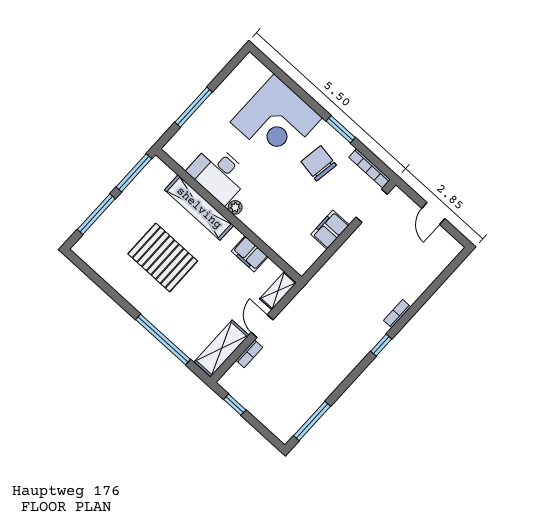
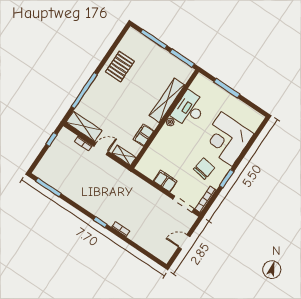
pallet: (163, 257) -> (120, 67), moved, width x0.73, depth x0.71

